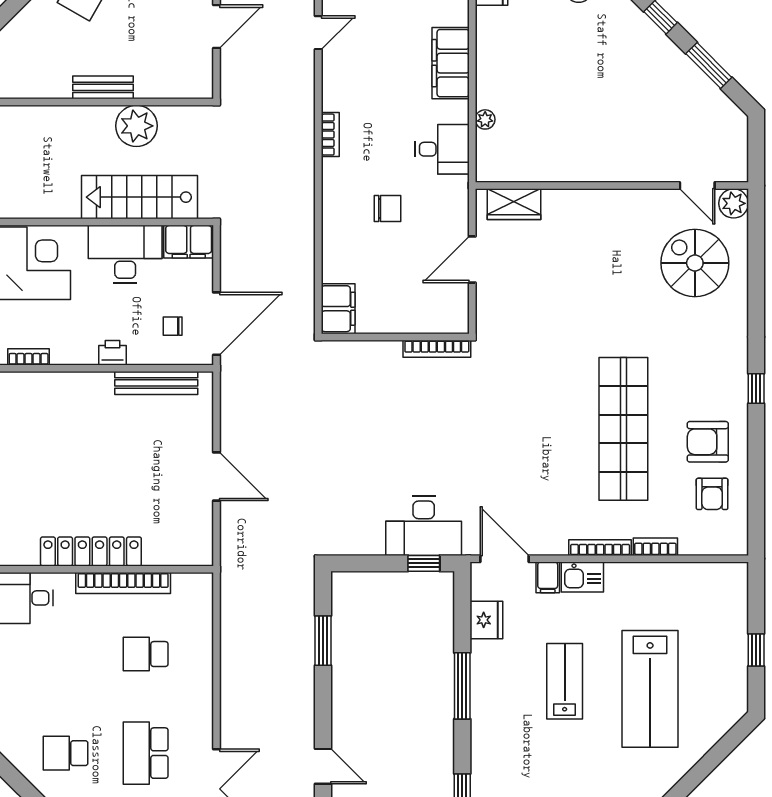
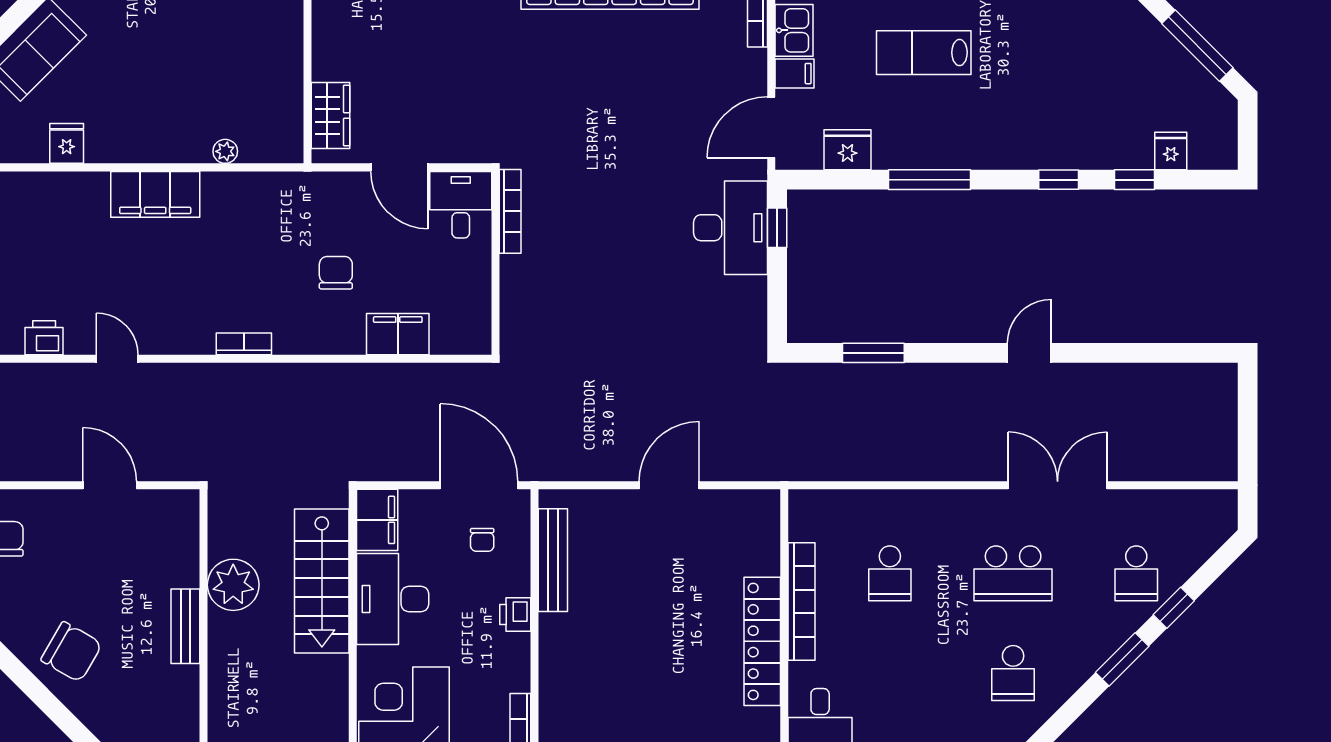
desk: (442, 149) -> (461, 205), moved
filing cabinet: (338, 309) -> (398, 334), moved

